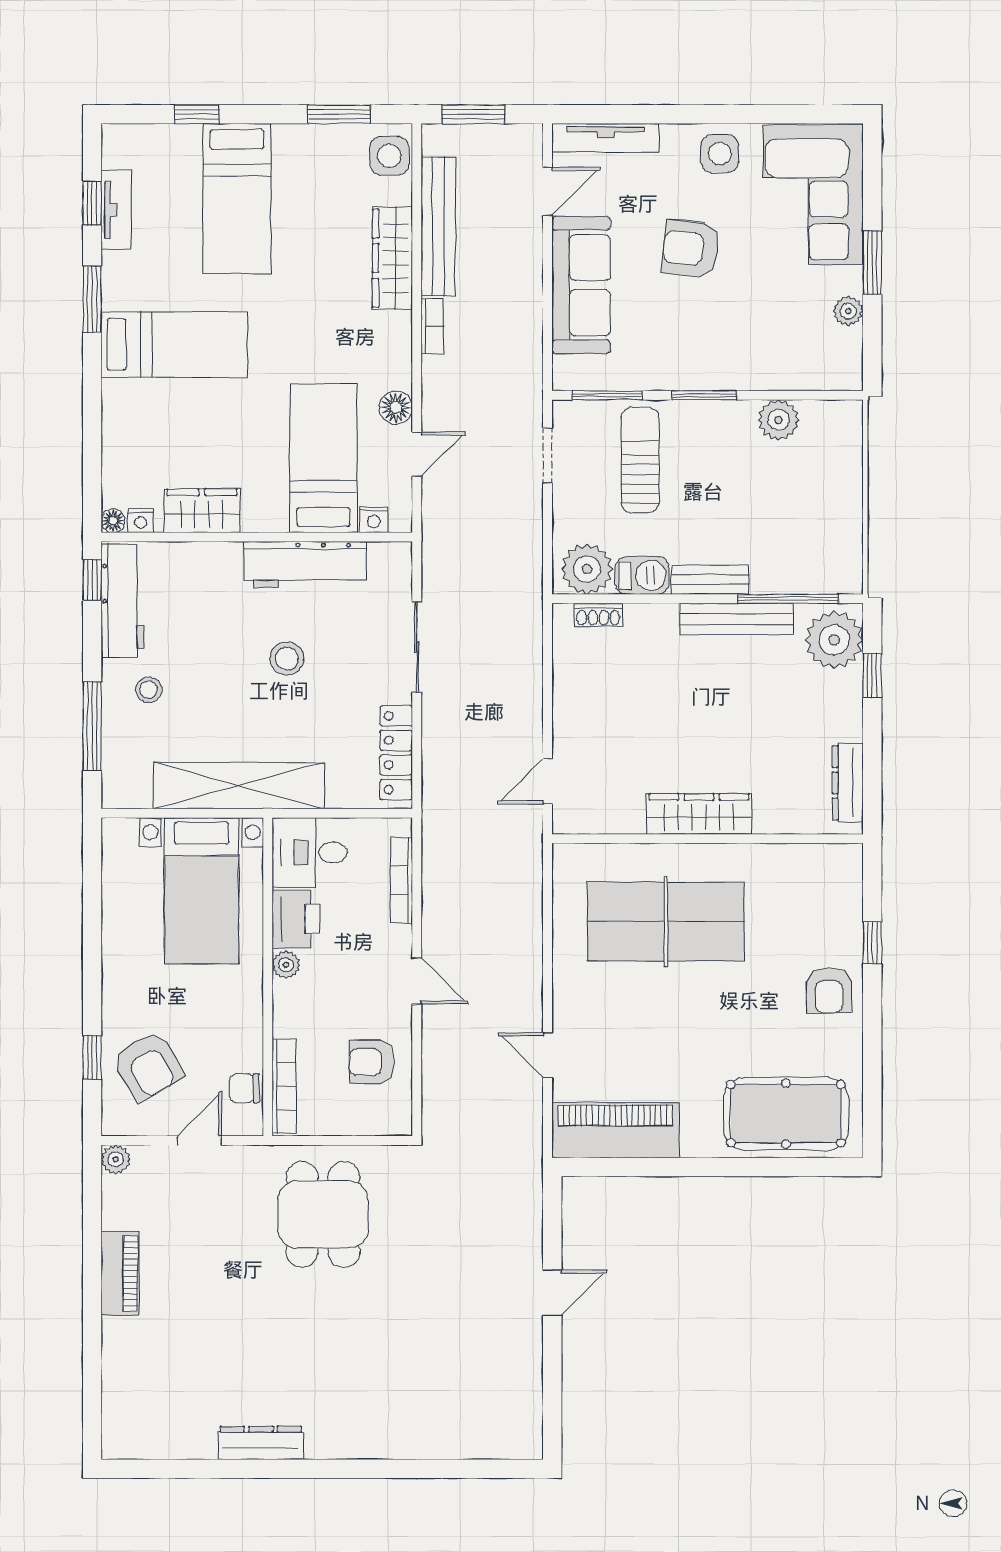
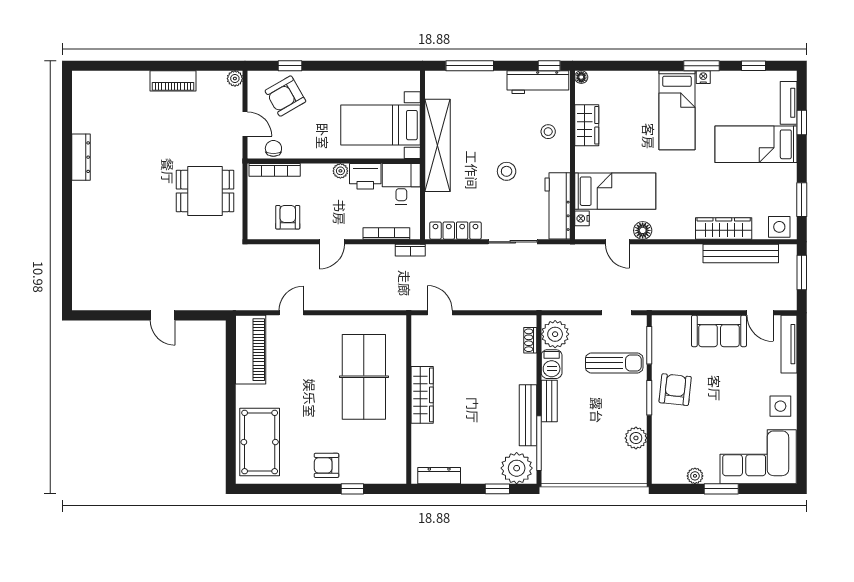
tv unit: (116, 210) -> (789, 103), moved, turned 90
armchair: (691, 249) -> (675, 390), moved
sofa: (581, 285) -> (719, 331), width x0.73
bookcase: (432, 326) -> (410, 250), moved
nightstand: (141, 521) -> (703, 77), moved, turned 90
workbench: (305, 564) -> (558, 206), moved
stool: (149, 690) -> (548, 132), moved

